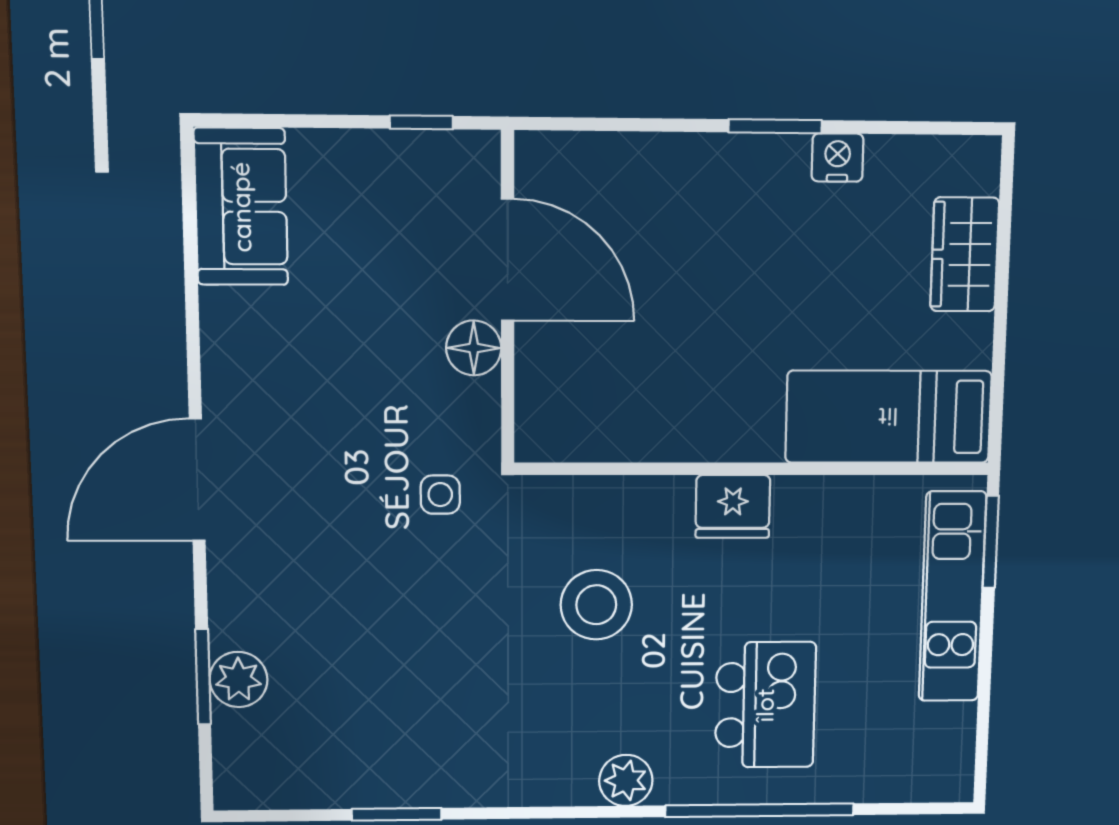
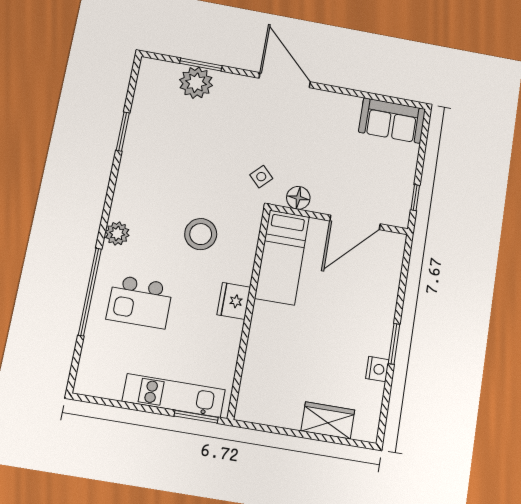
floor lamp: (474, 348) -> (298, 198), moved
bed: (888, 417) -> (282, 257), moved, turned 180
side table: (440, 495) -> (261, 177), turned 45
plant: (238, 679) -> (196, 83), width x1.36, depth x1.36

